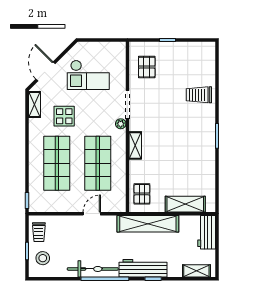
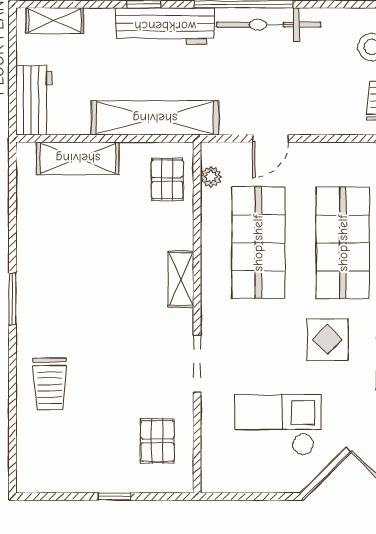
trolley: (199, 95) -> (50, 384), turned 90
plant: (121, 124) -> (211, 177), moved

